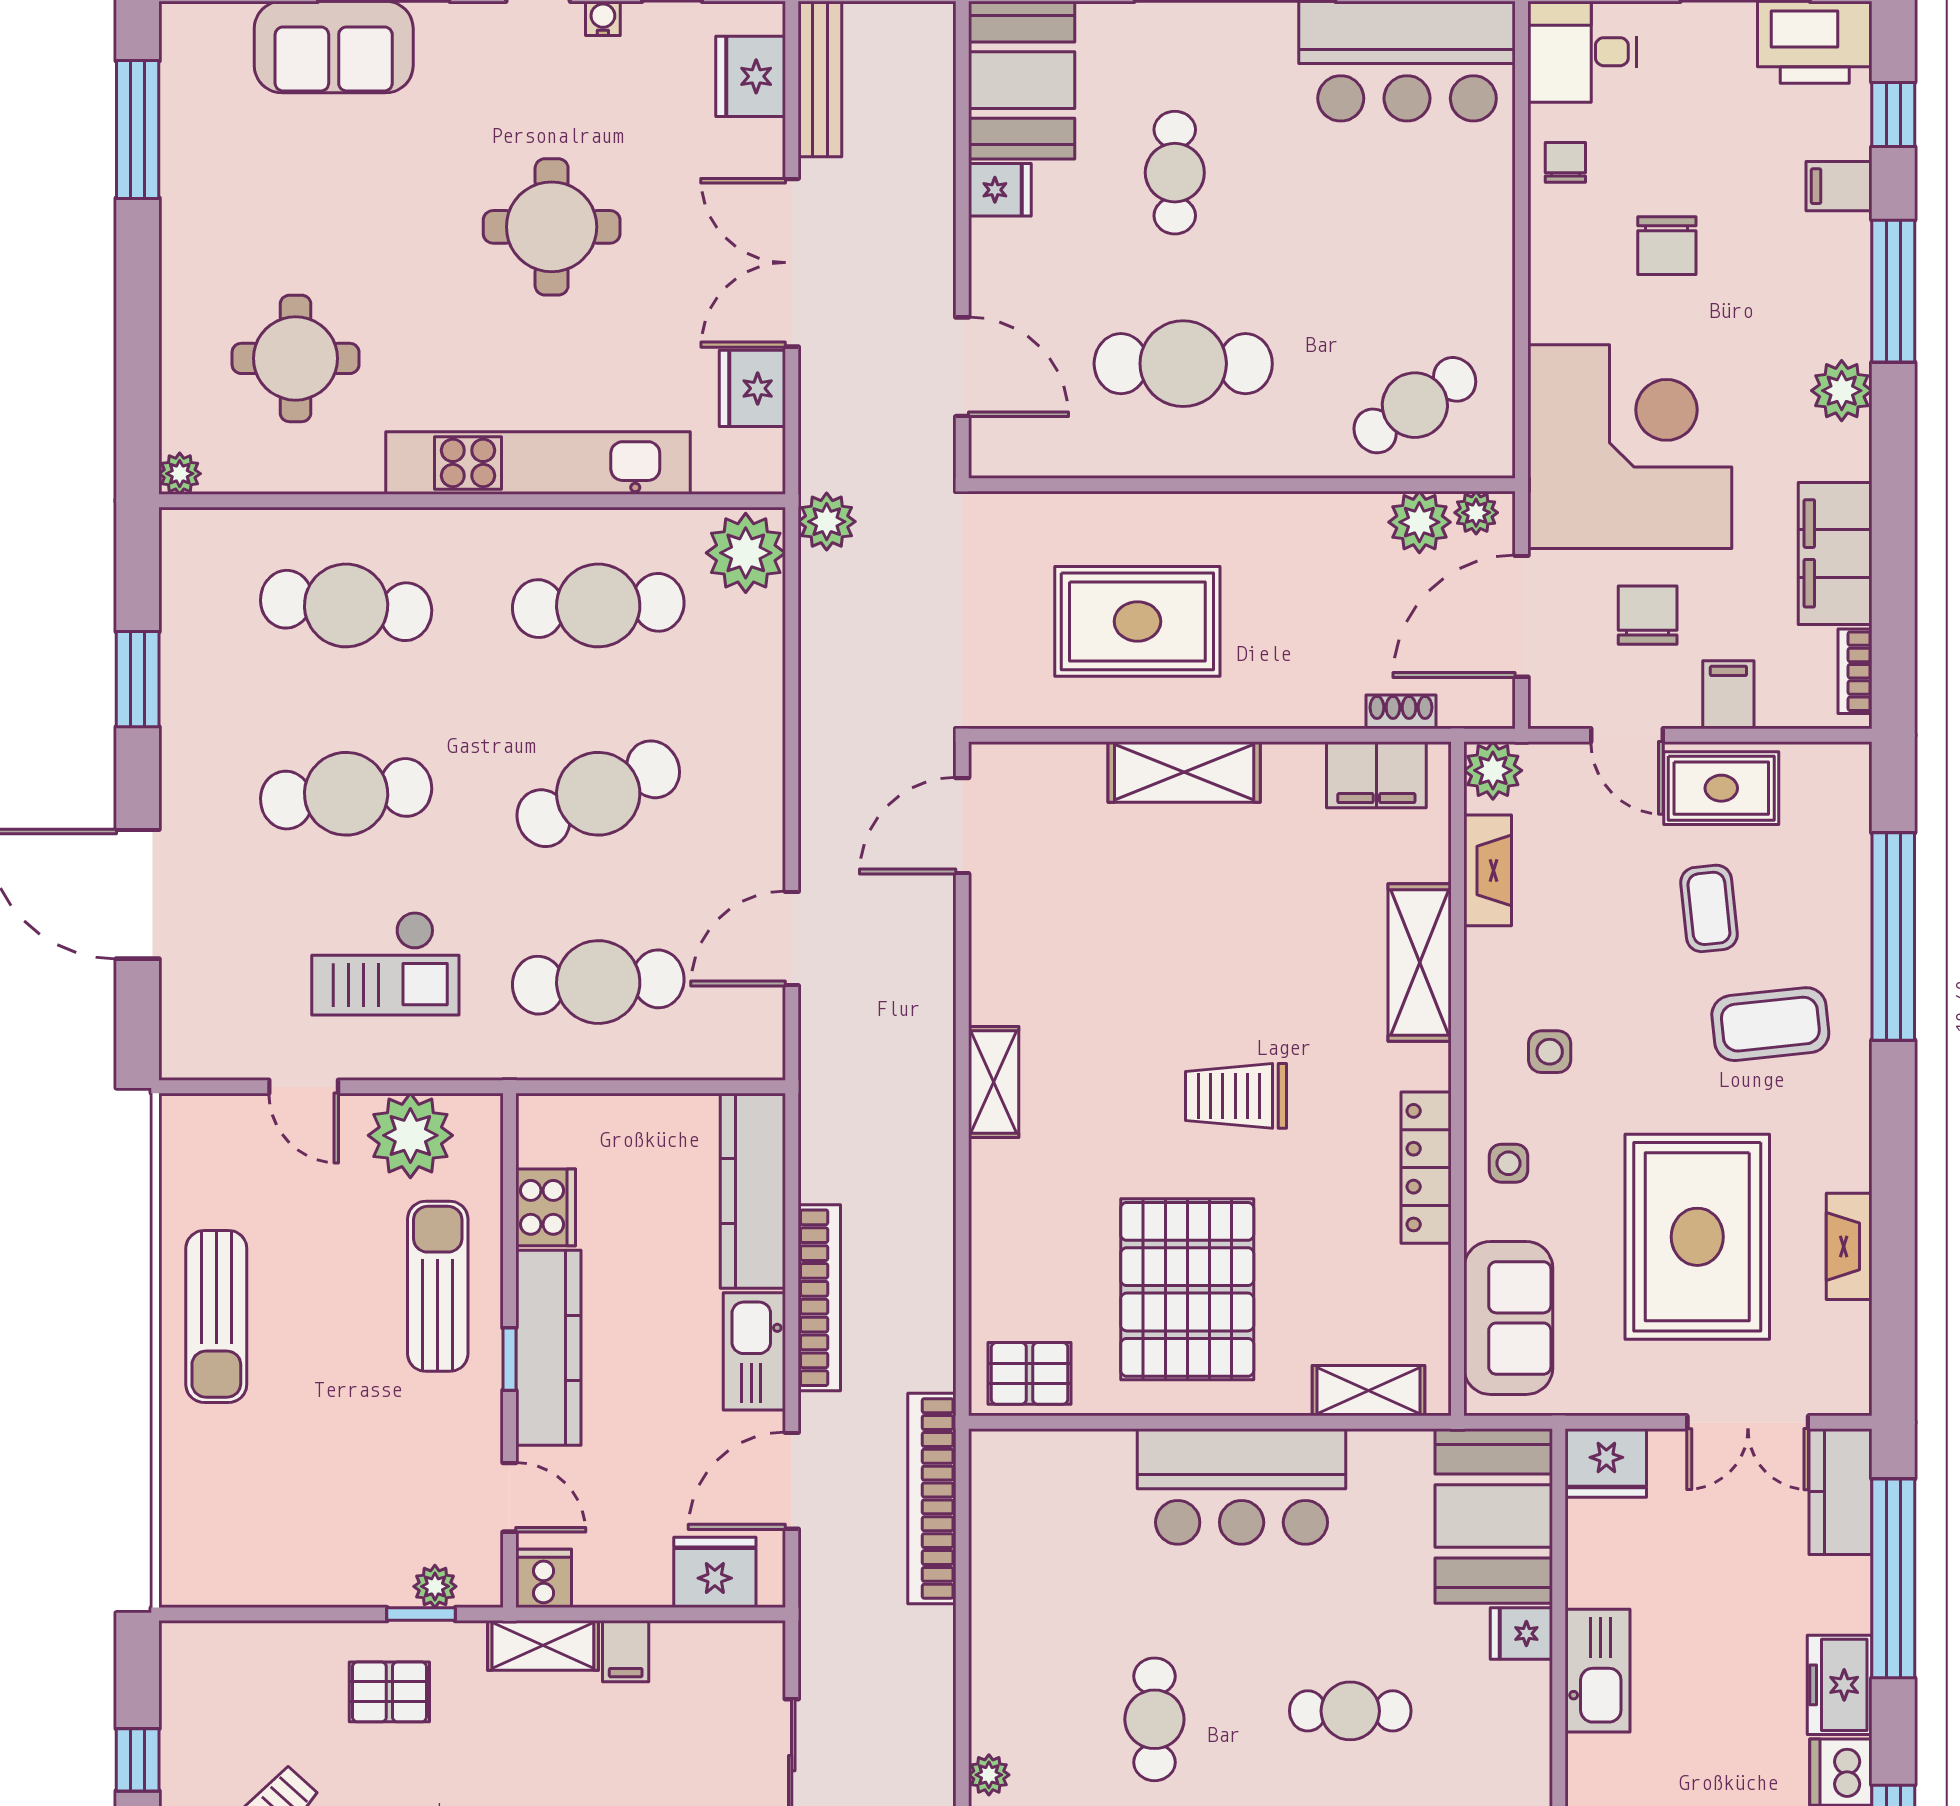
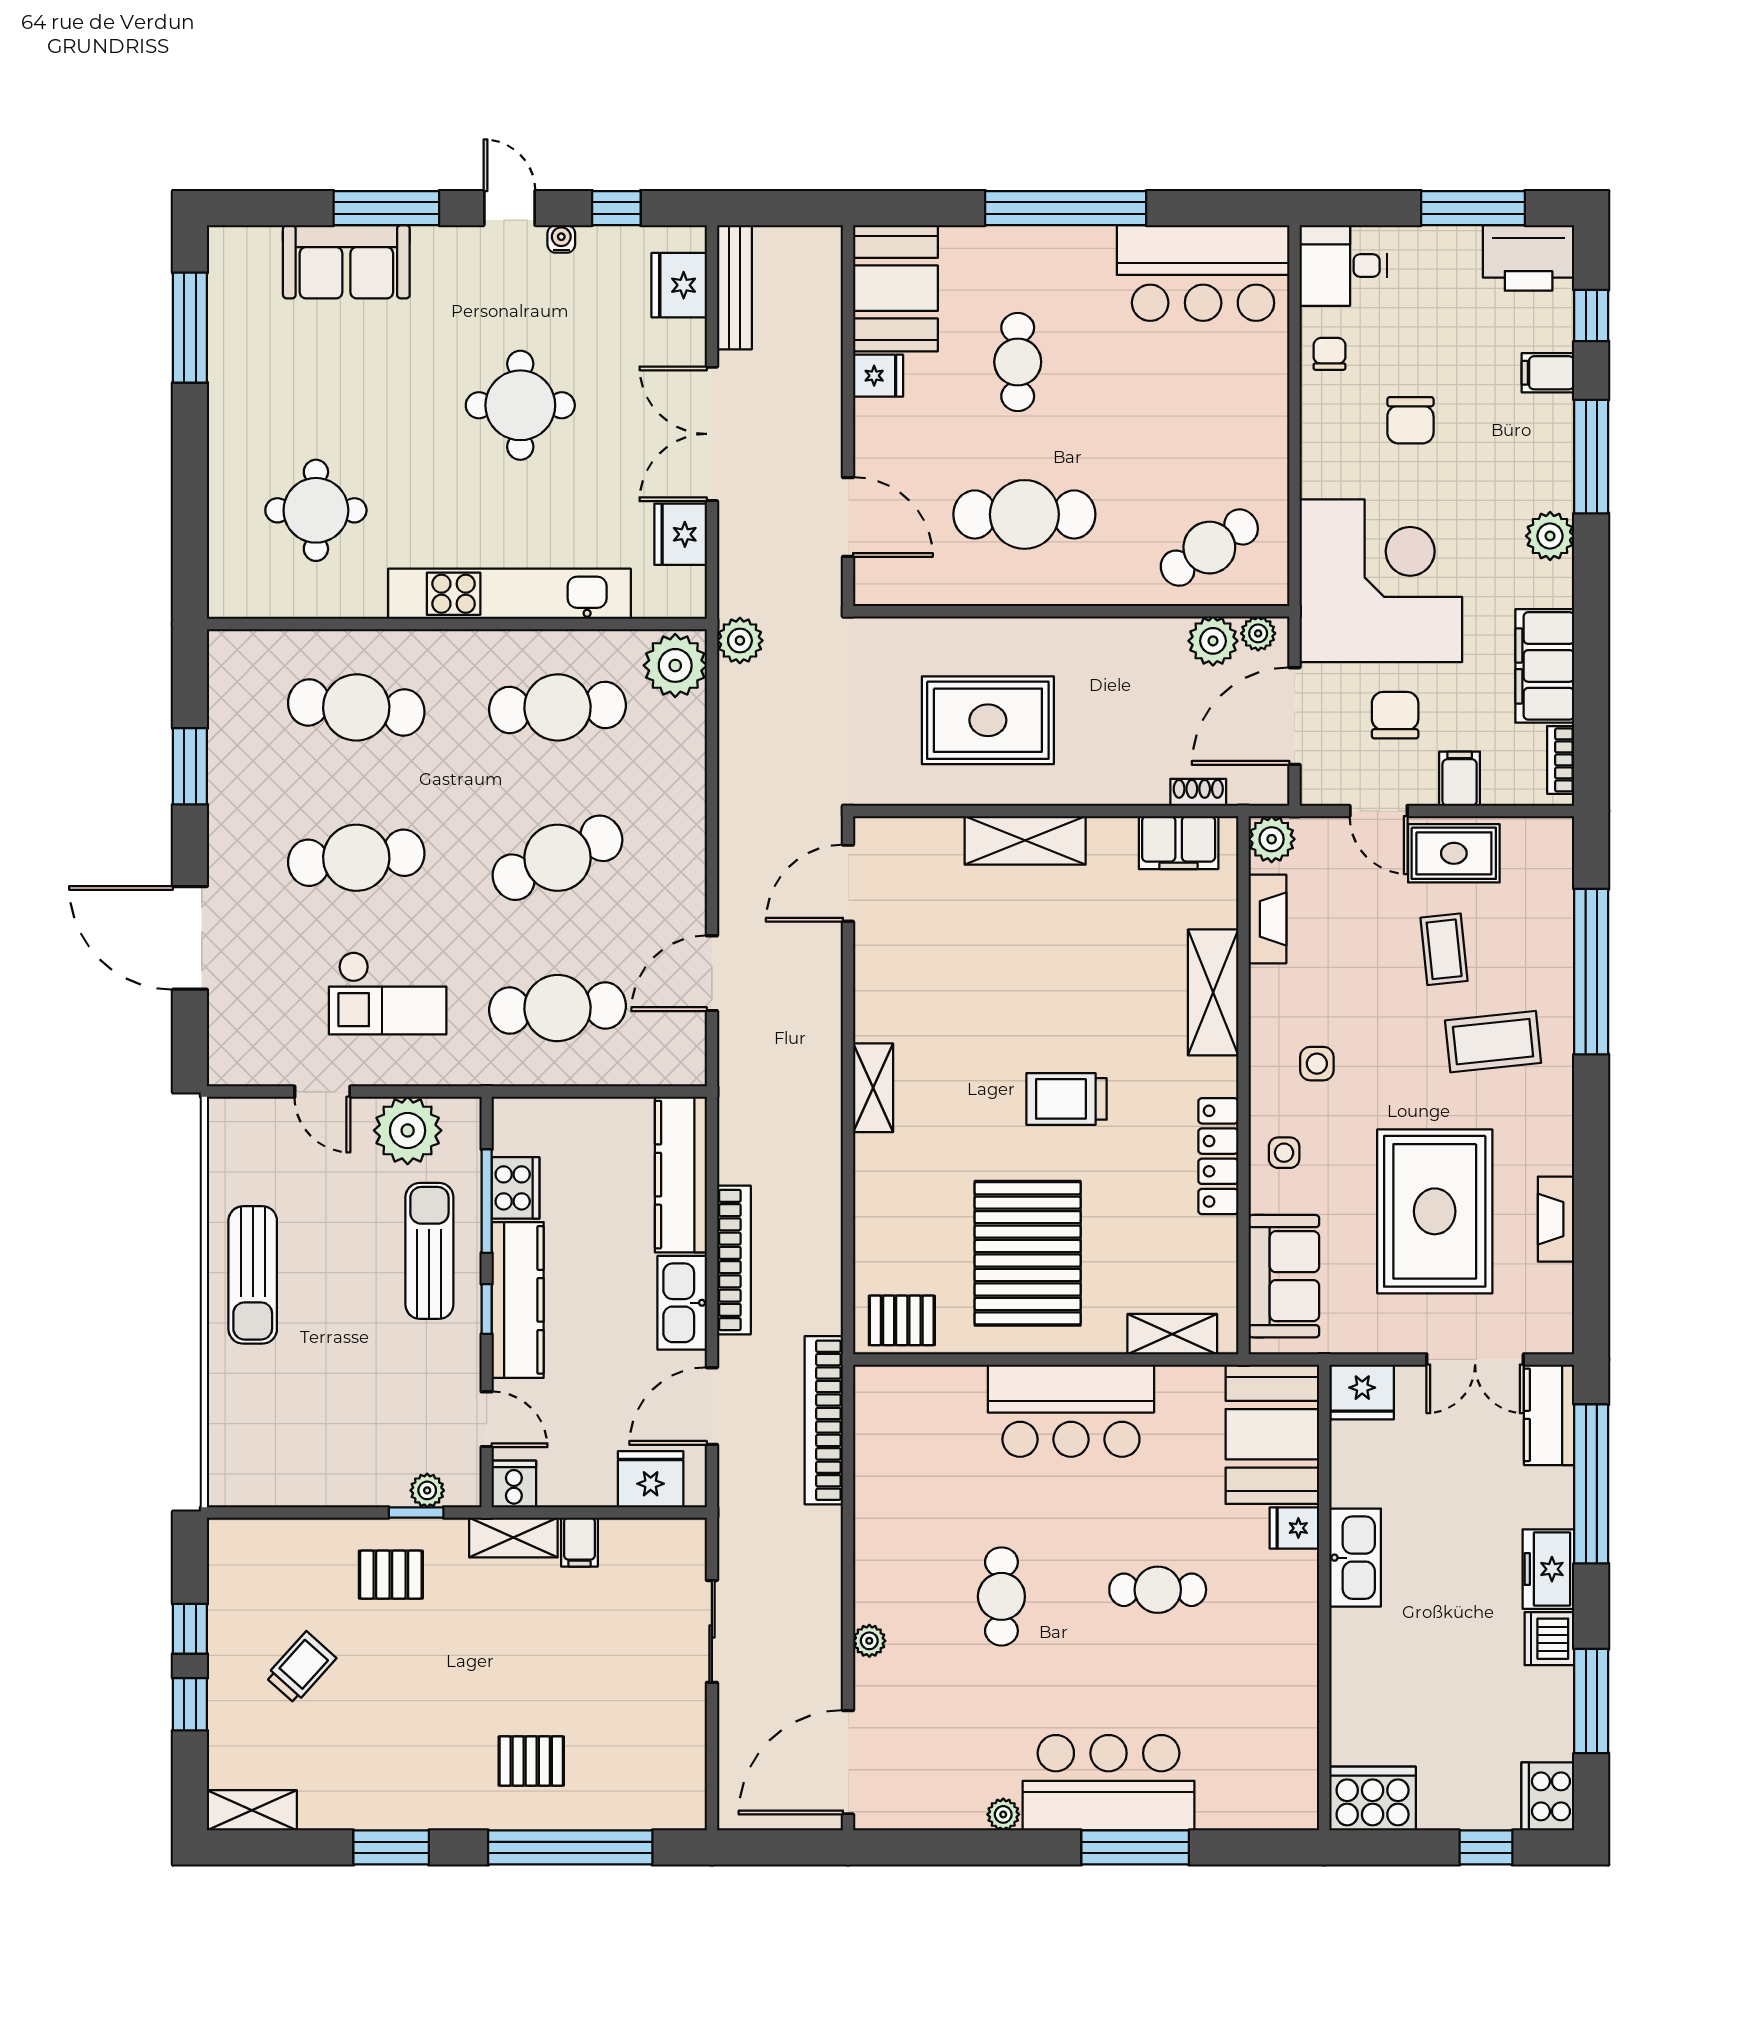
plant: (180, 474) -> (223, 602), removed
window: (509, 1224) -> (487, 1201), added

